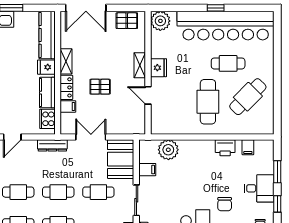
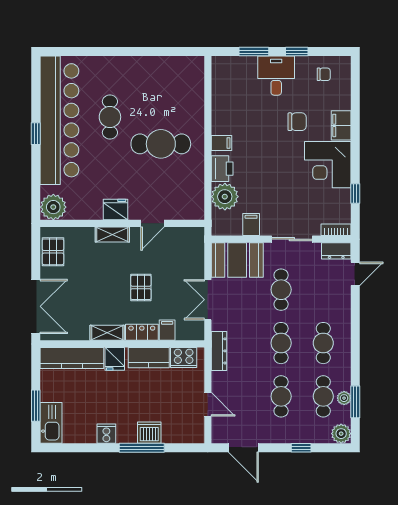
cafe table: (248, 97) -> (154, 91), removed
filing cabinet: (248, 147) -> (221, 143), moved
printer: (225, 148) -> (222, 169), moved

